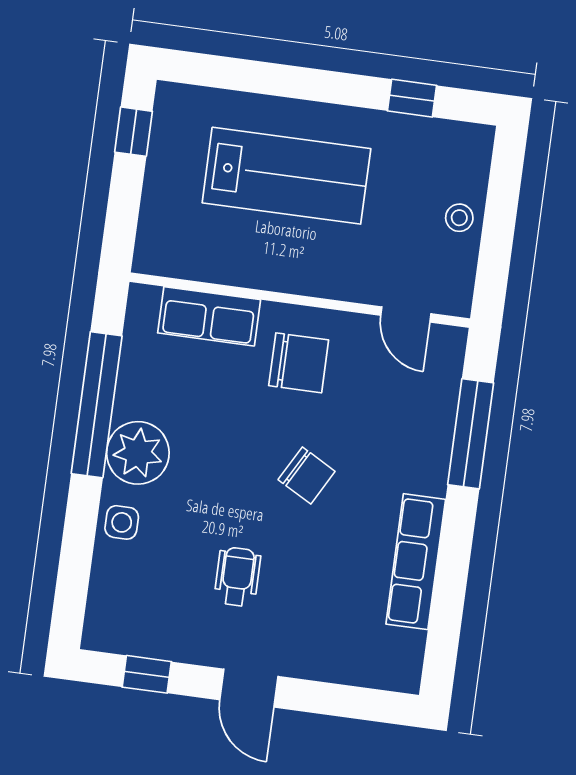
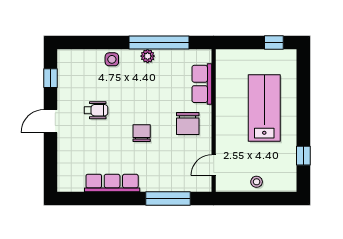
lab bench: (286, 176) -> (264, 108), turned 180
plant: (138, 453) -> (148, 56), width x0.53, depth x0.53
chair: (307, 475) -> (142, 133), turned 151

